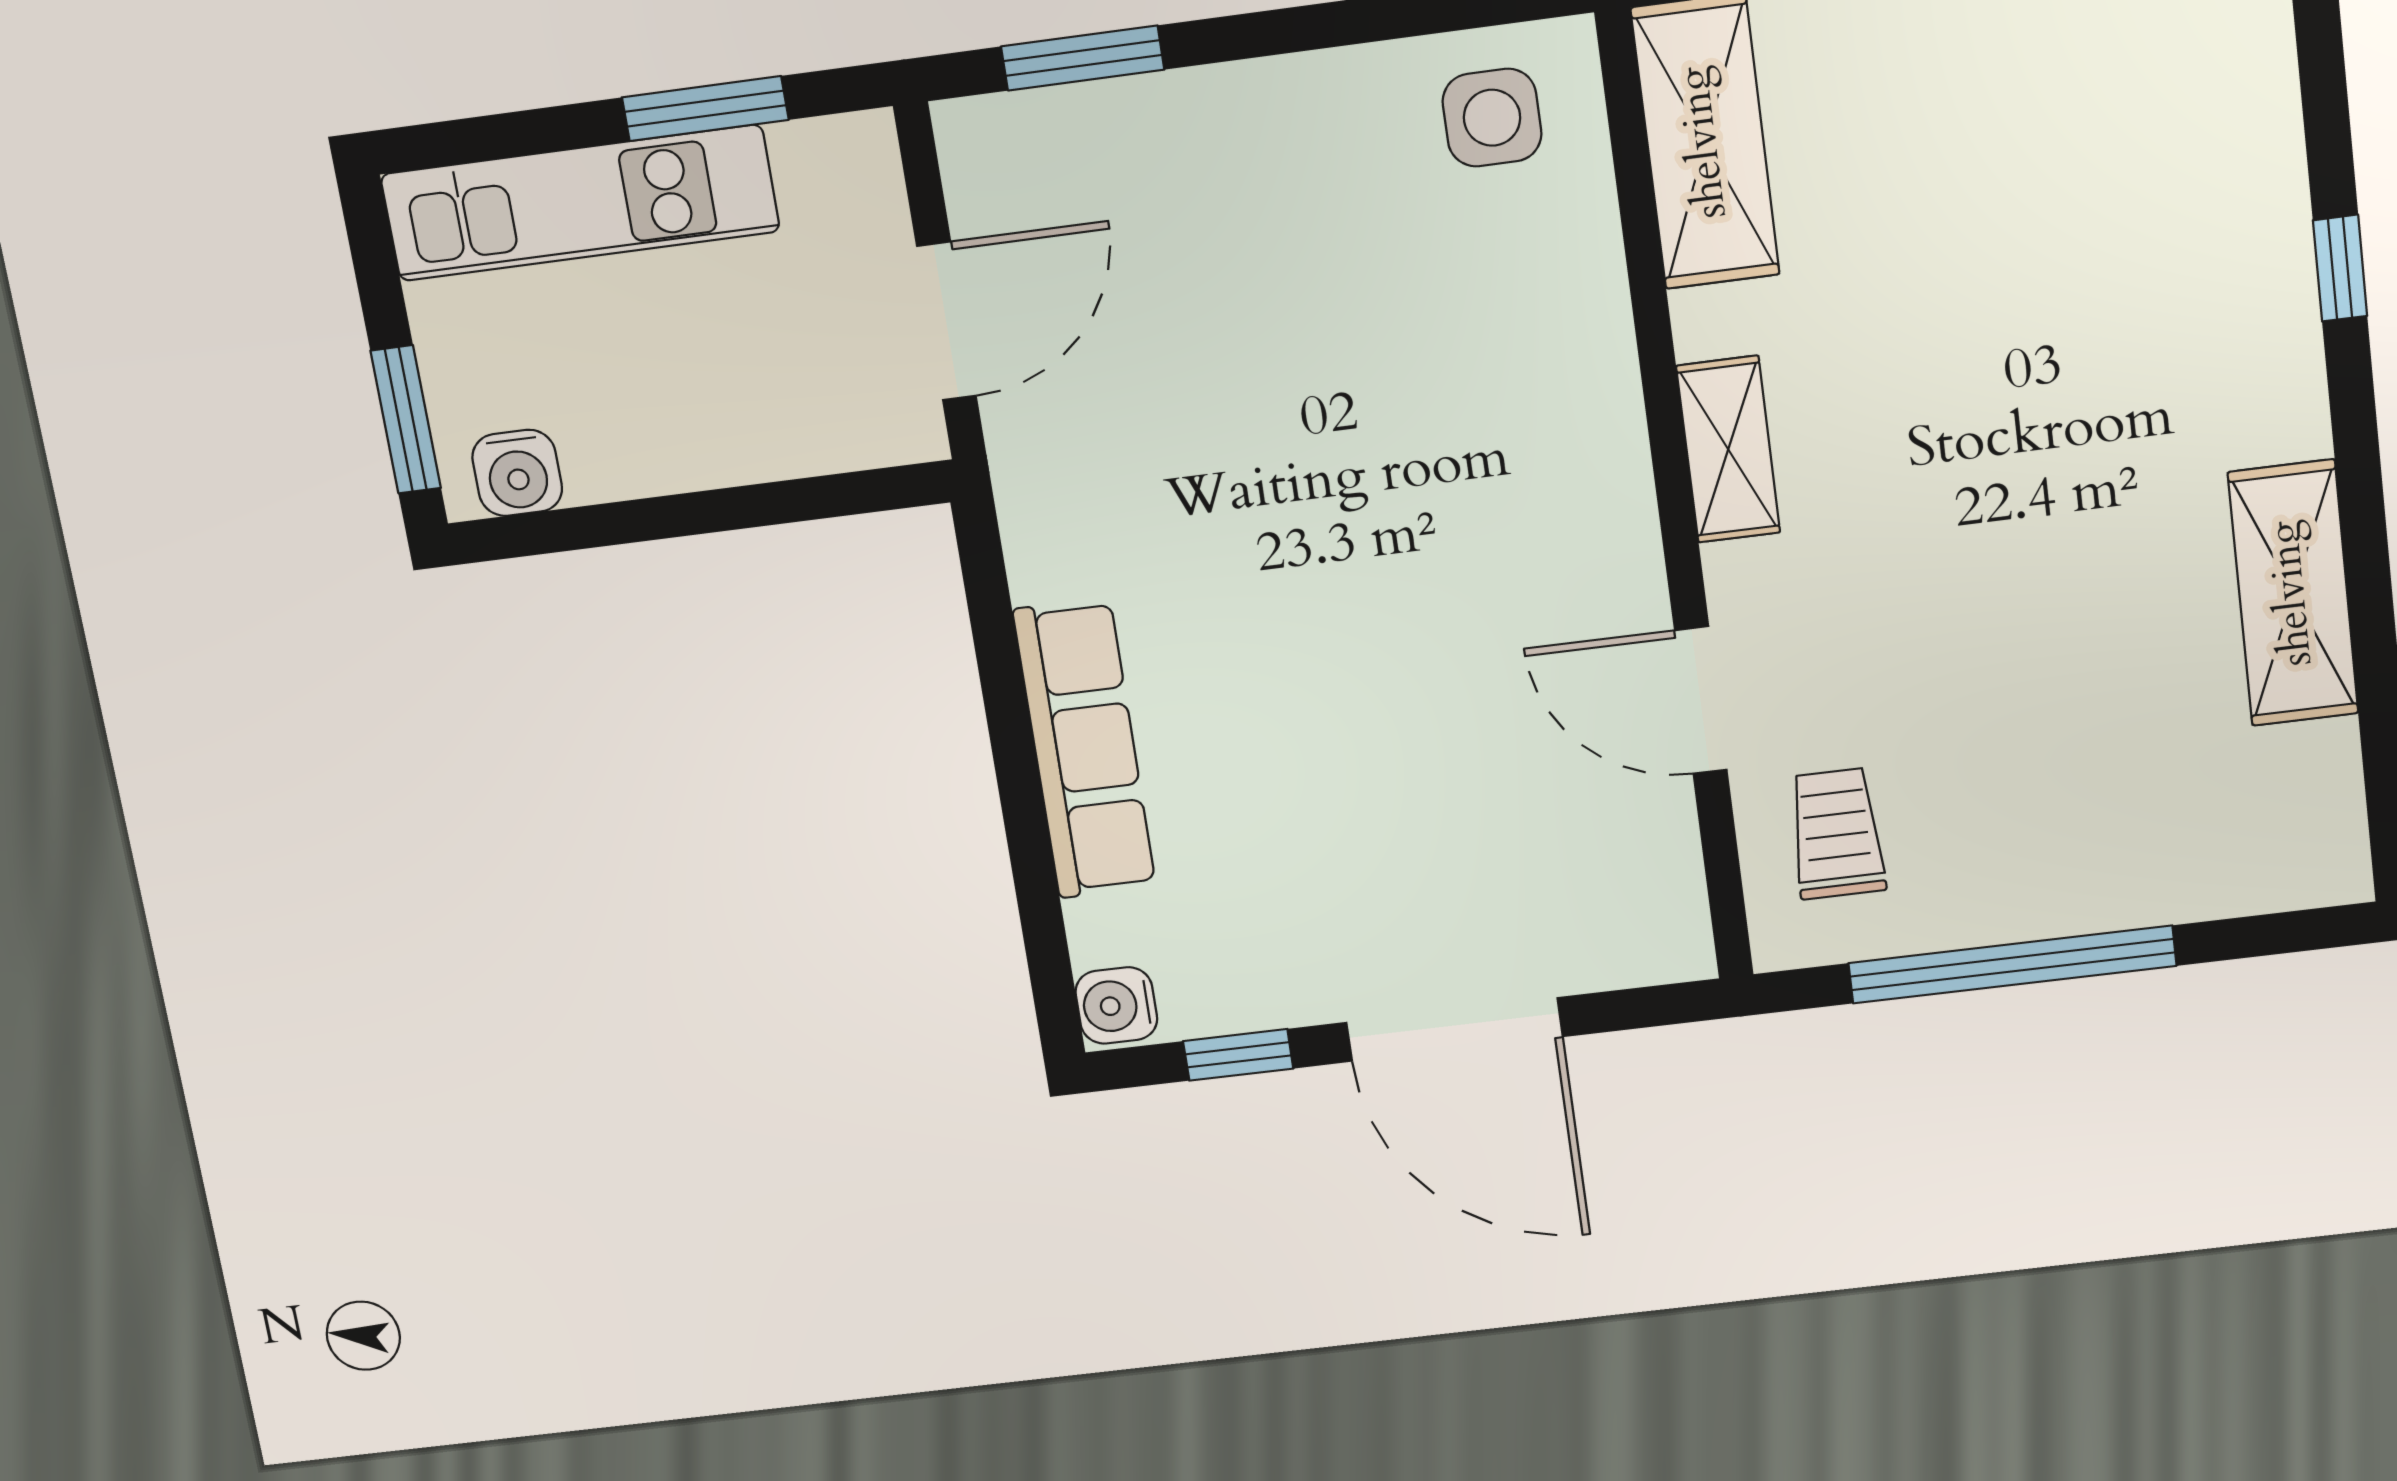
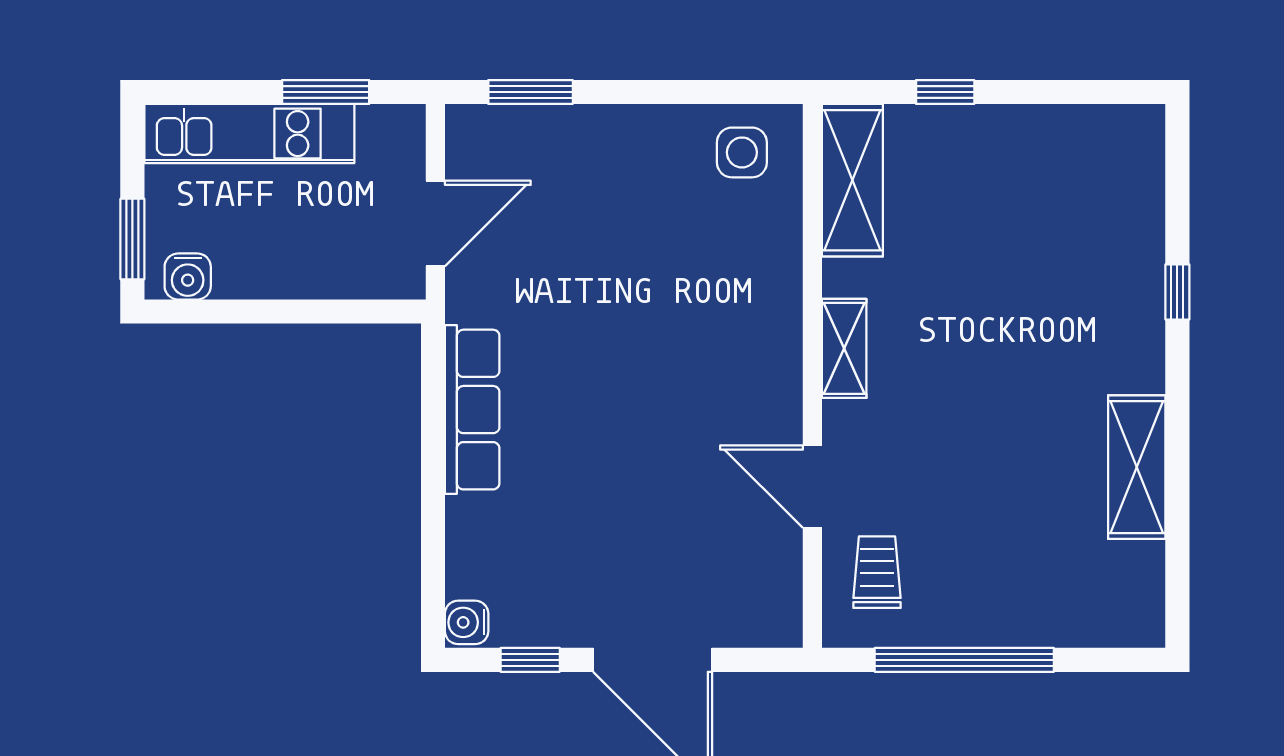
row of seats: (1085, 749) -> (472, 410), moved

